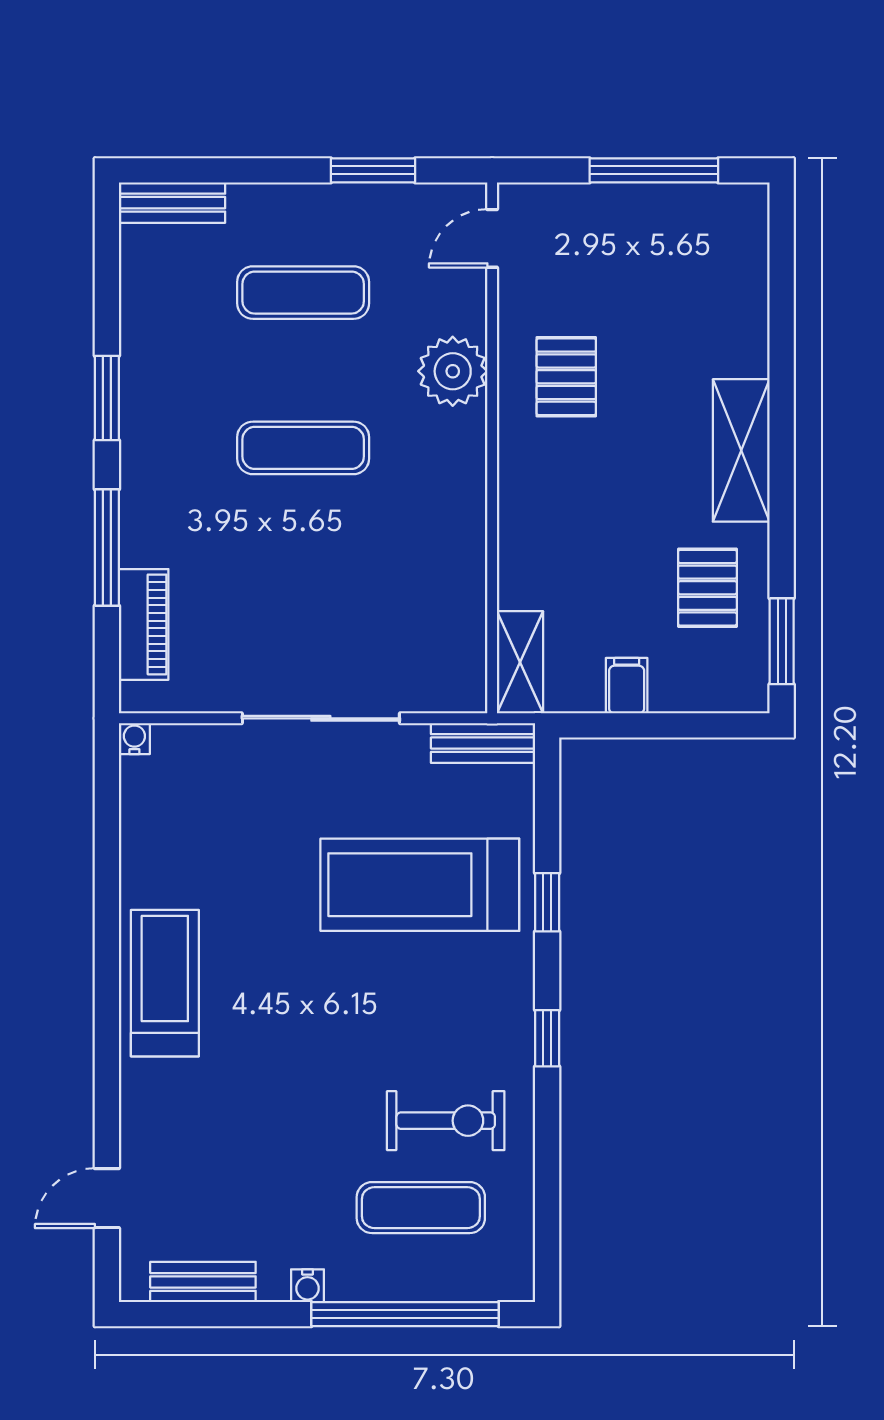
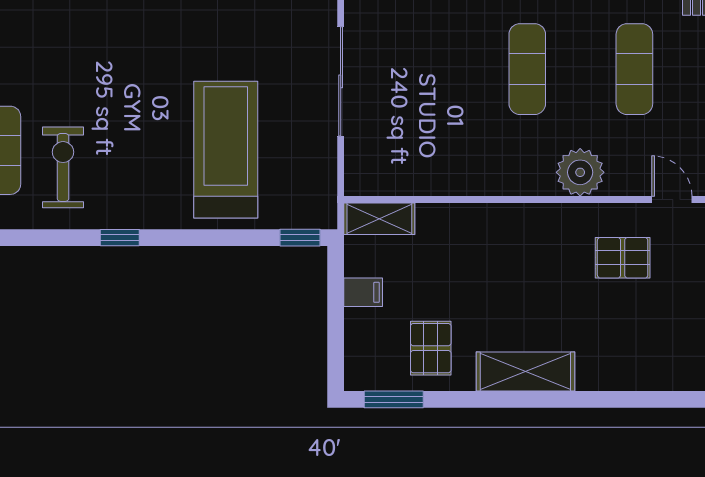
pallet: (566, 377) -> (623, 258), moved
pallet: (707, 588) -> (431, 348), turned 90
bench: (483, 743) -> (324, 193), removed
window: (547, 902) -> (300, 238), moved
exercise bike: (446, 1121) -> (63, 167), turned 180

